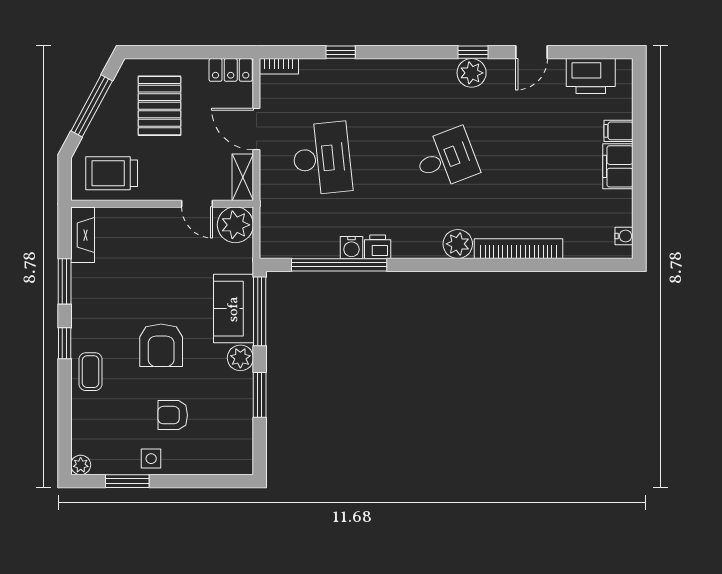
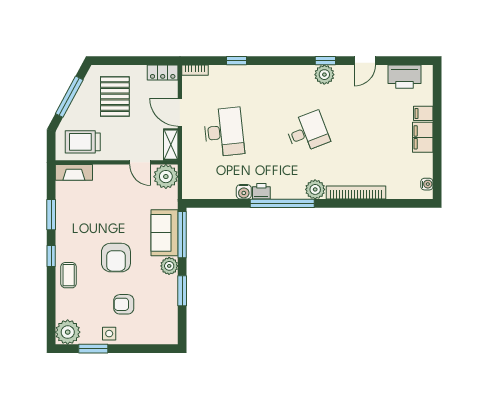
fireplace: (83, 235) -> (74, 172), moved, turned 90
window: (339, 265) -> (282, 203), moved
plant: (81, 465) -> (68, 332), width x1.87, depth x1.87

